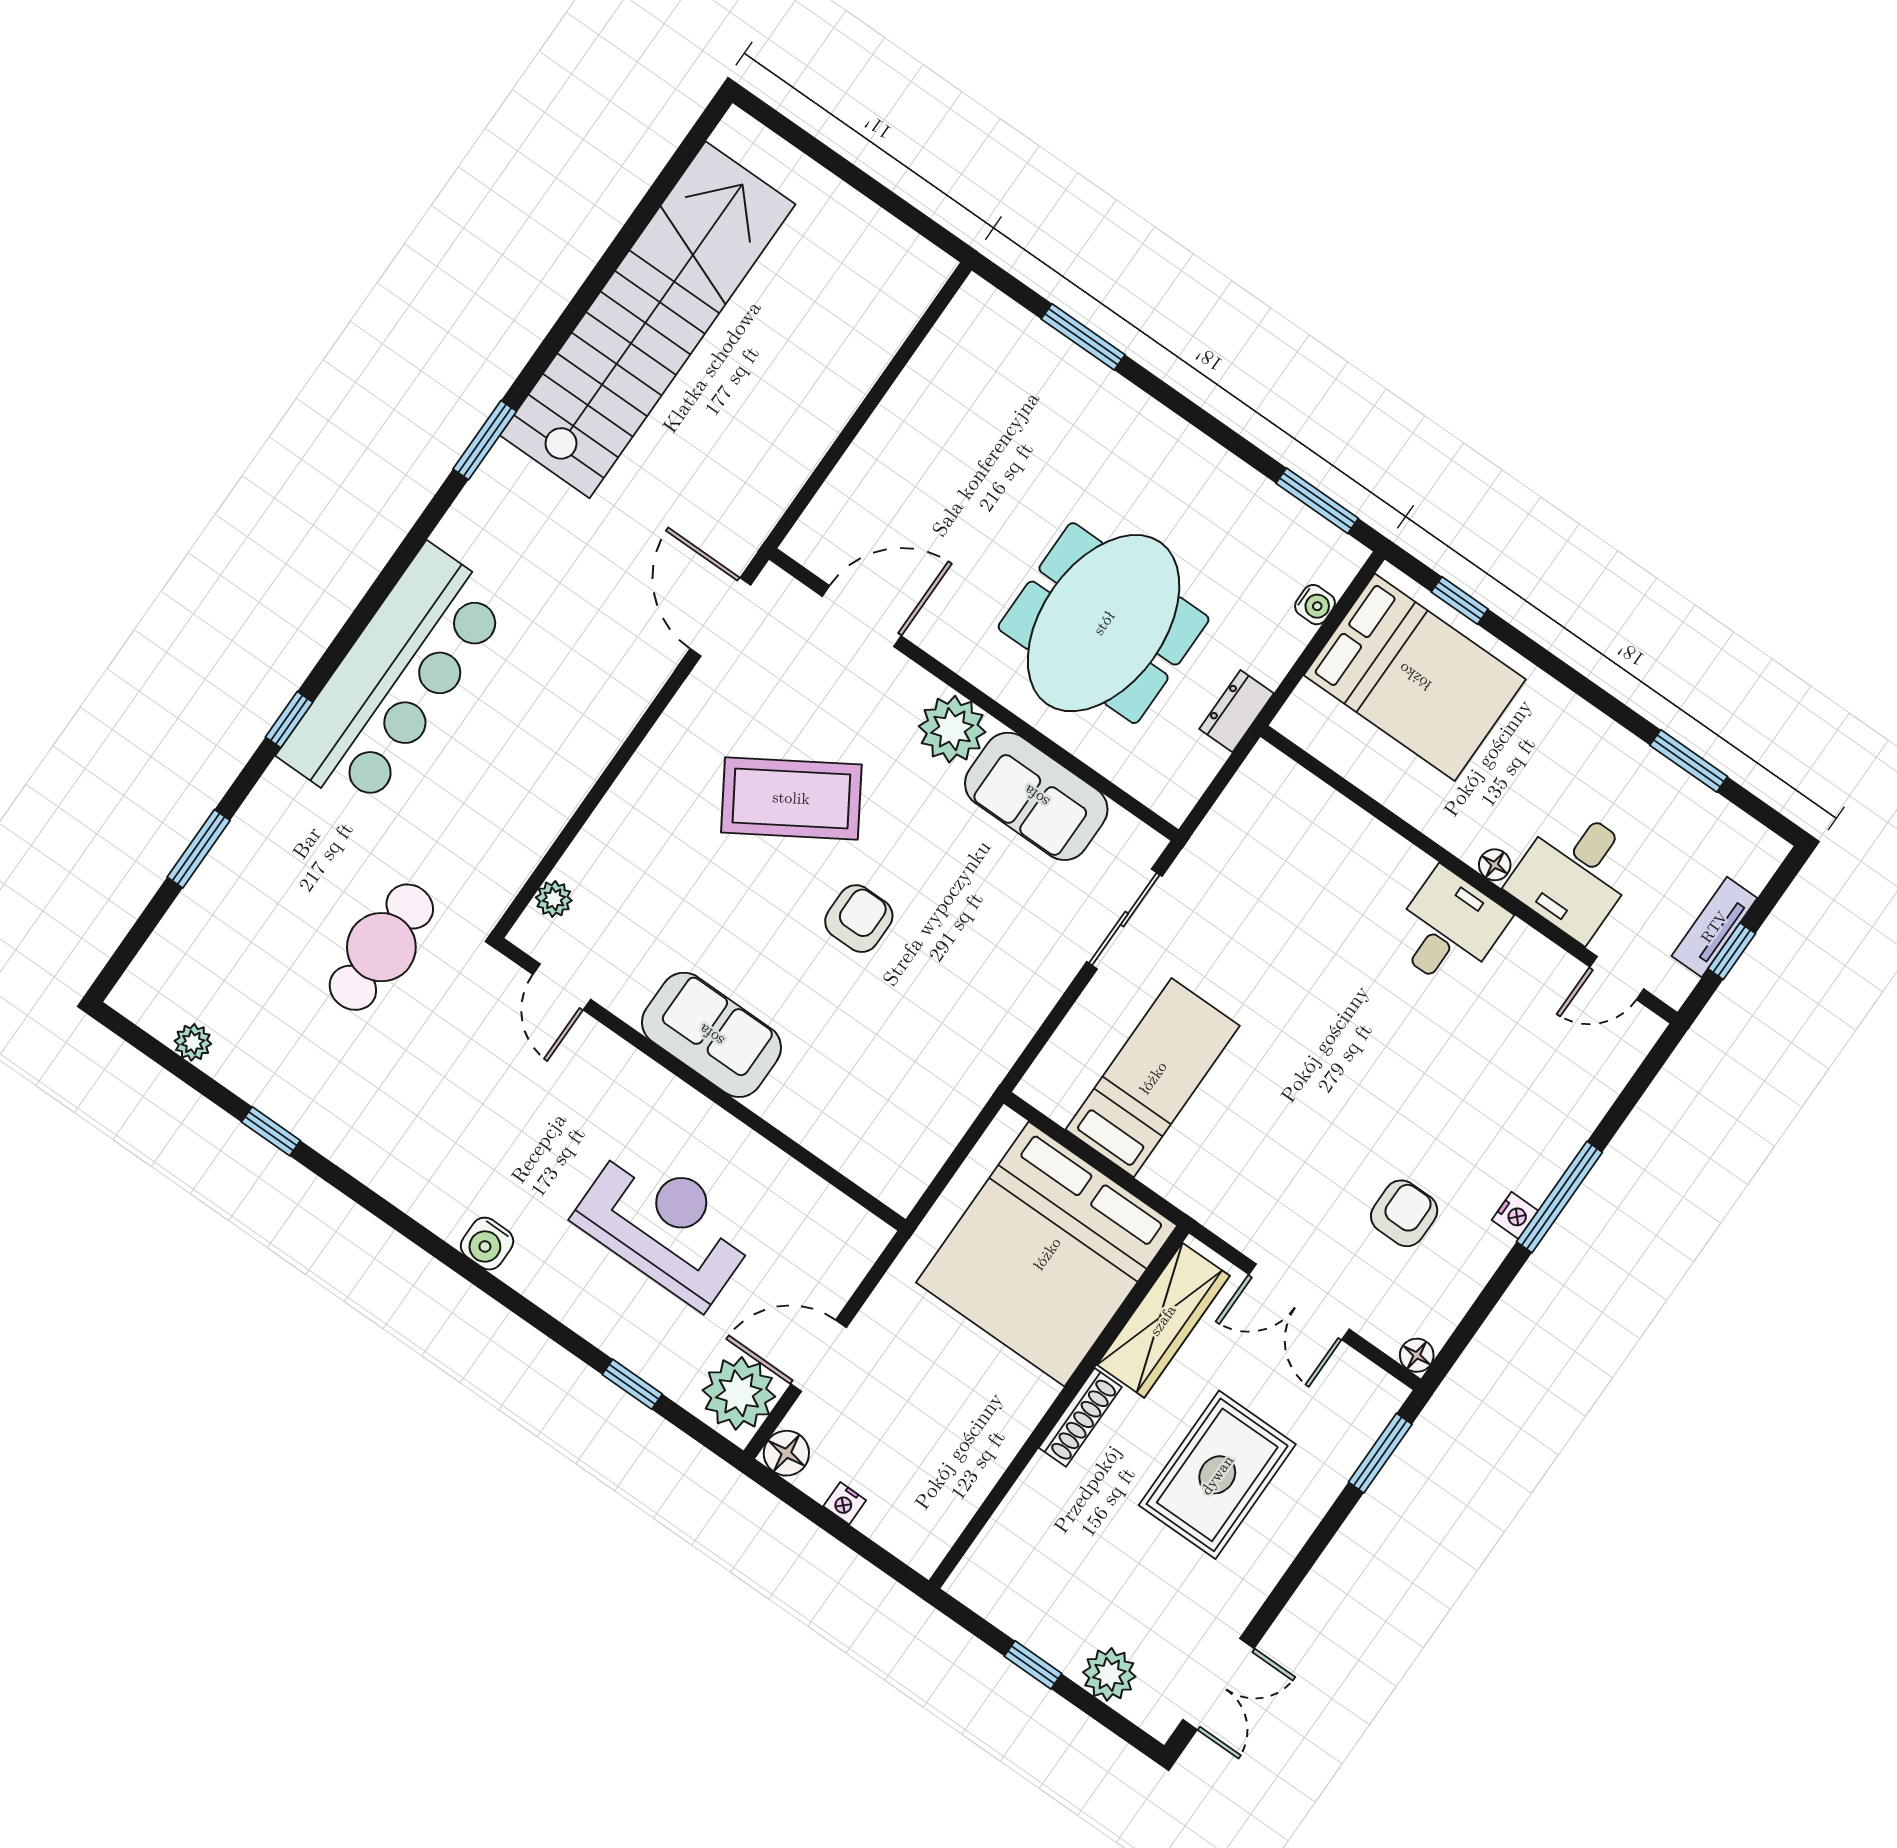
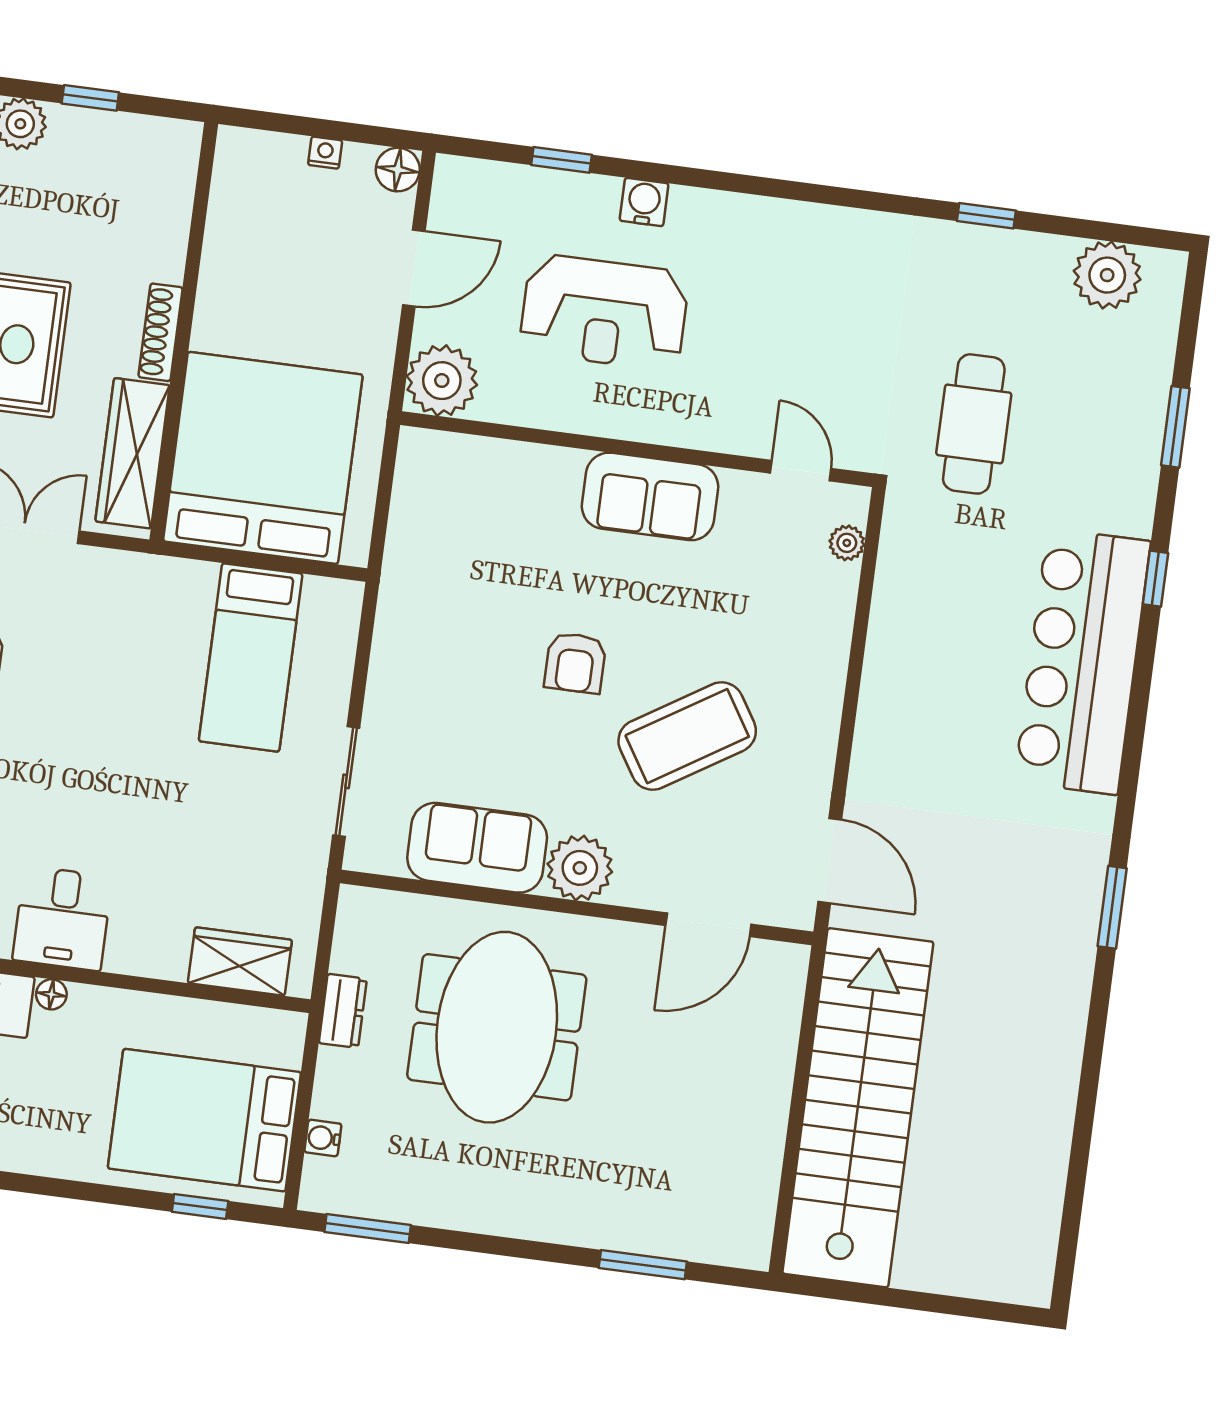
stairs: (648, 320) -> (858, 1108), moved, turned 180
wardrobe: (1307, 805) -> (240, 961), added
plant: (193, 1042) -> (1107, 275), width x1.88, depth x1.88
water cooler: (487, 1244) -> (644, 202), moved
plant: (739, 1393) -> (442, 381), moved

